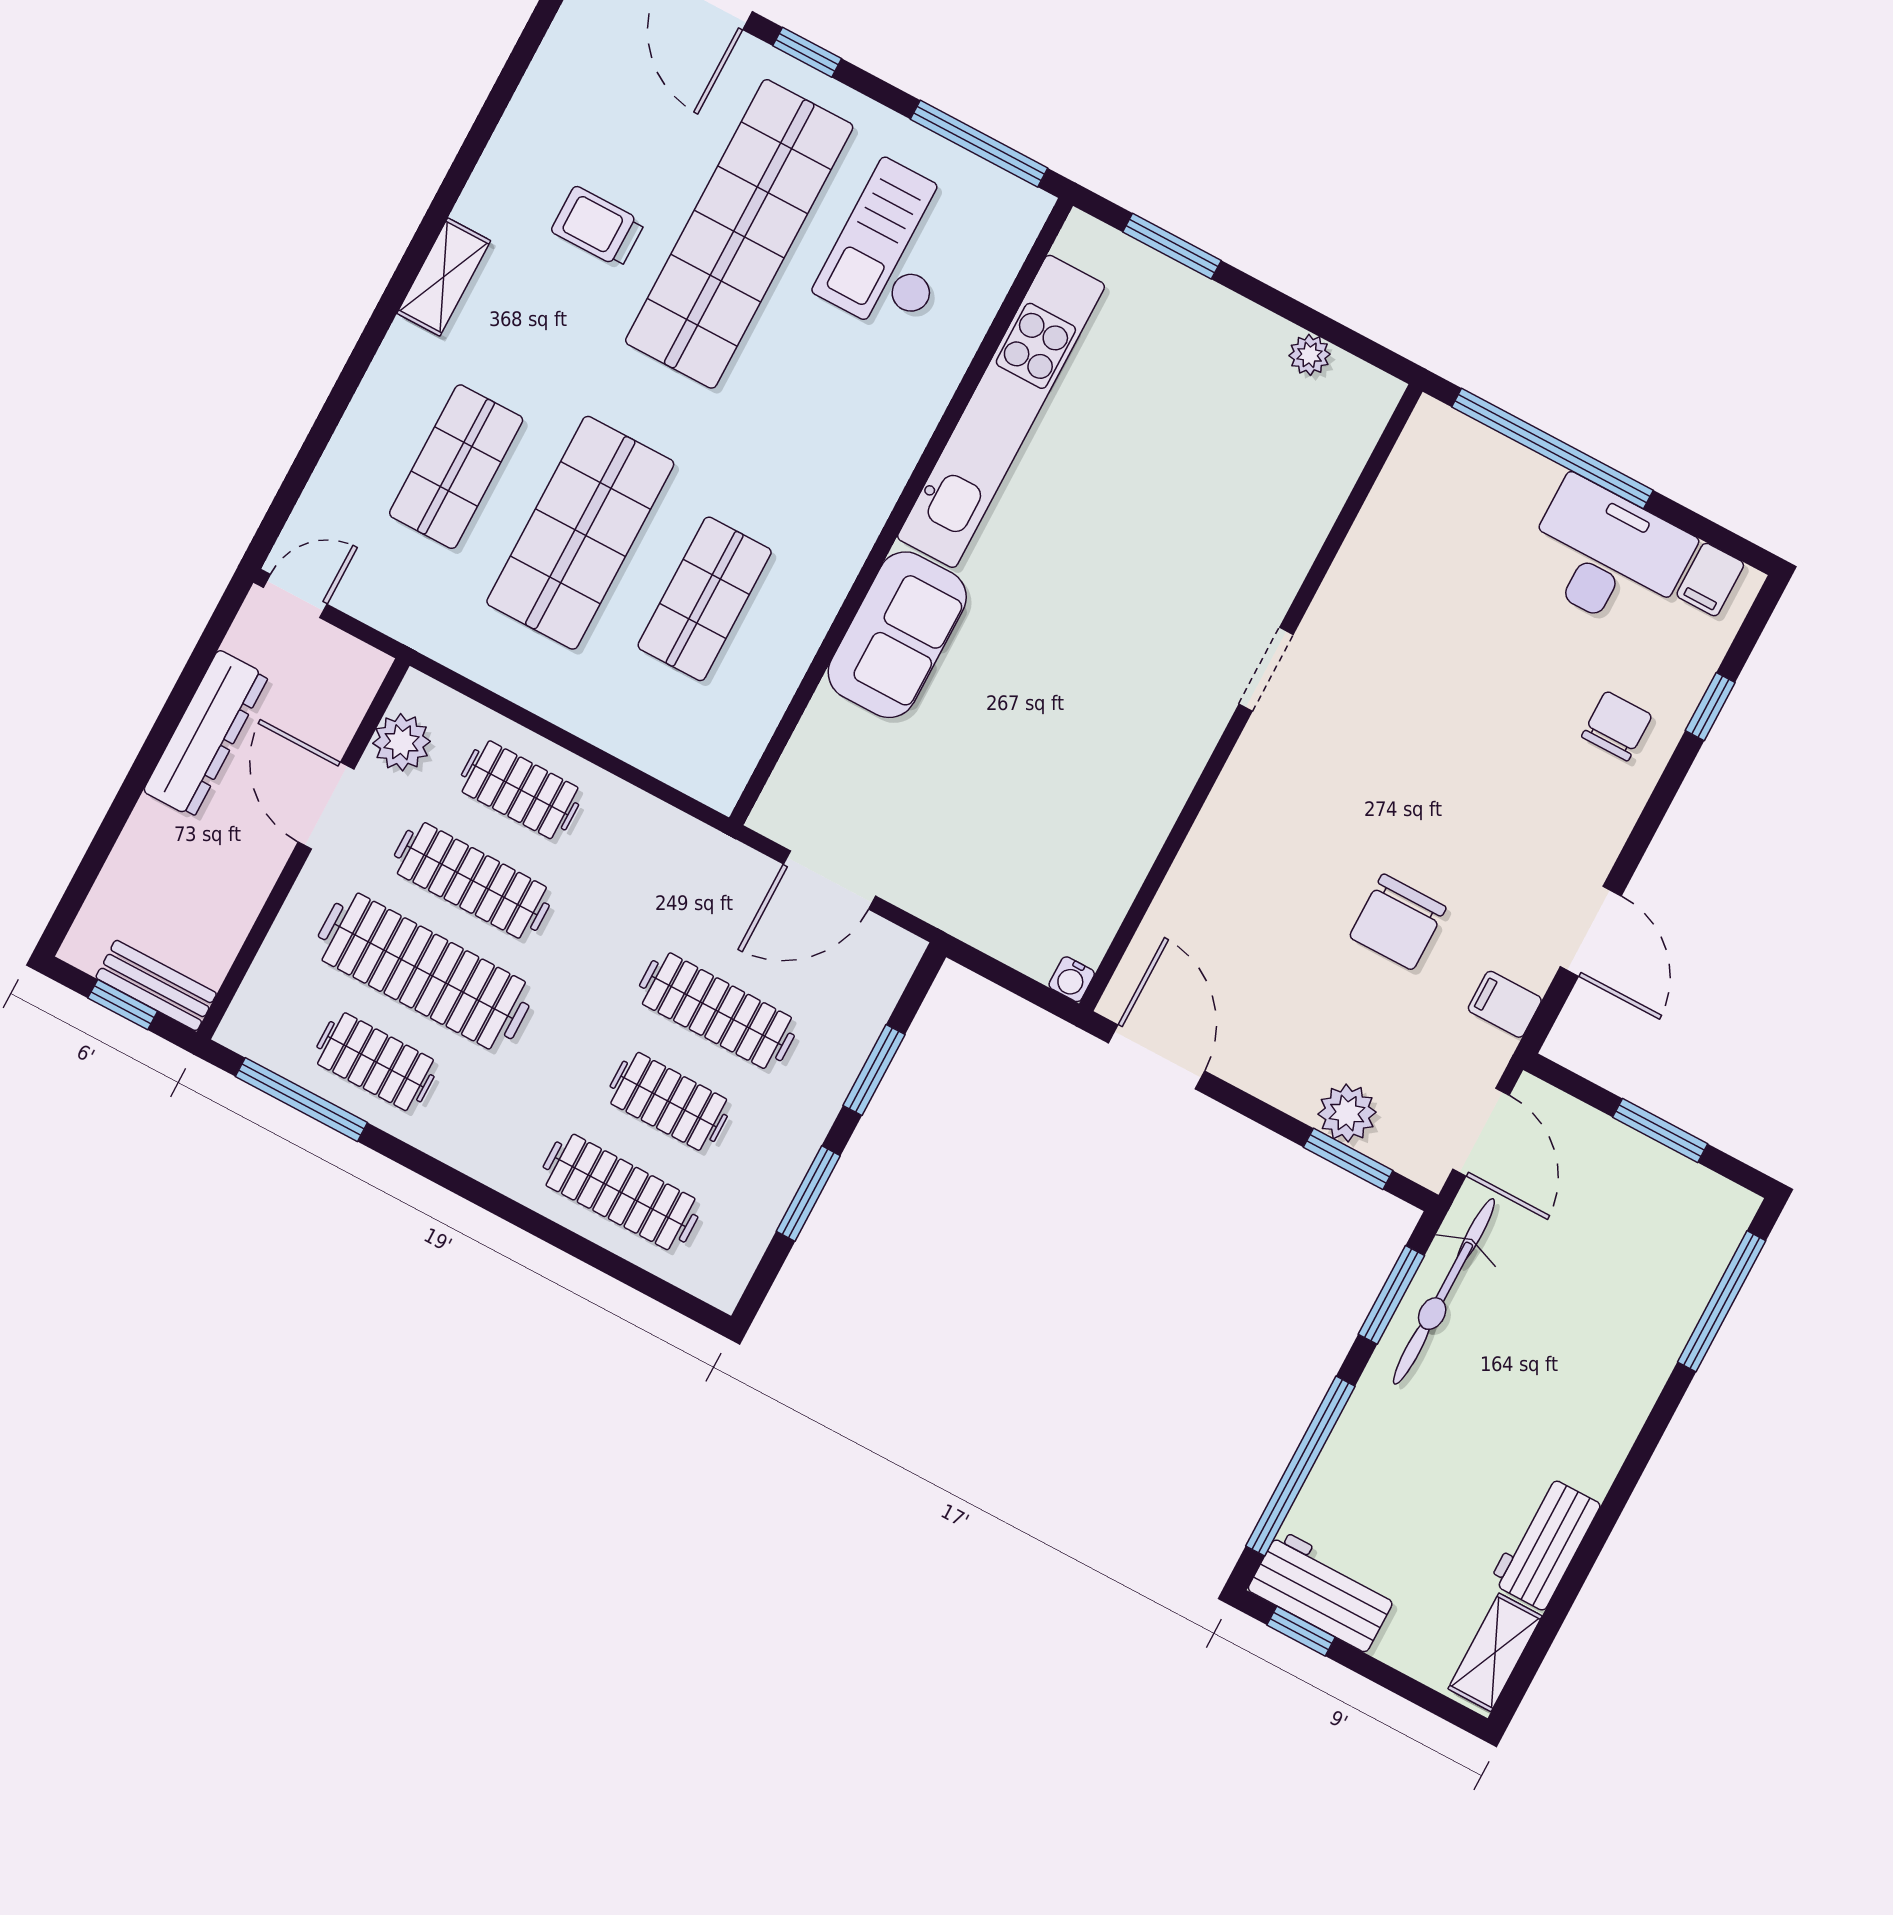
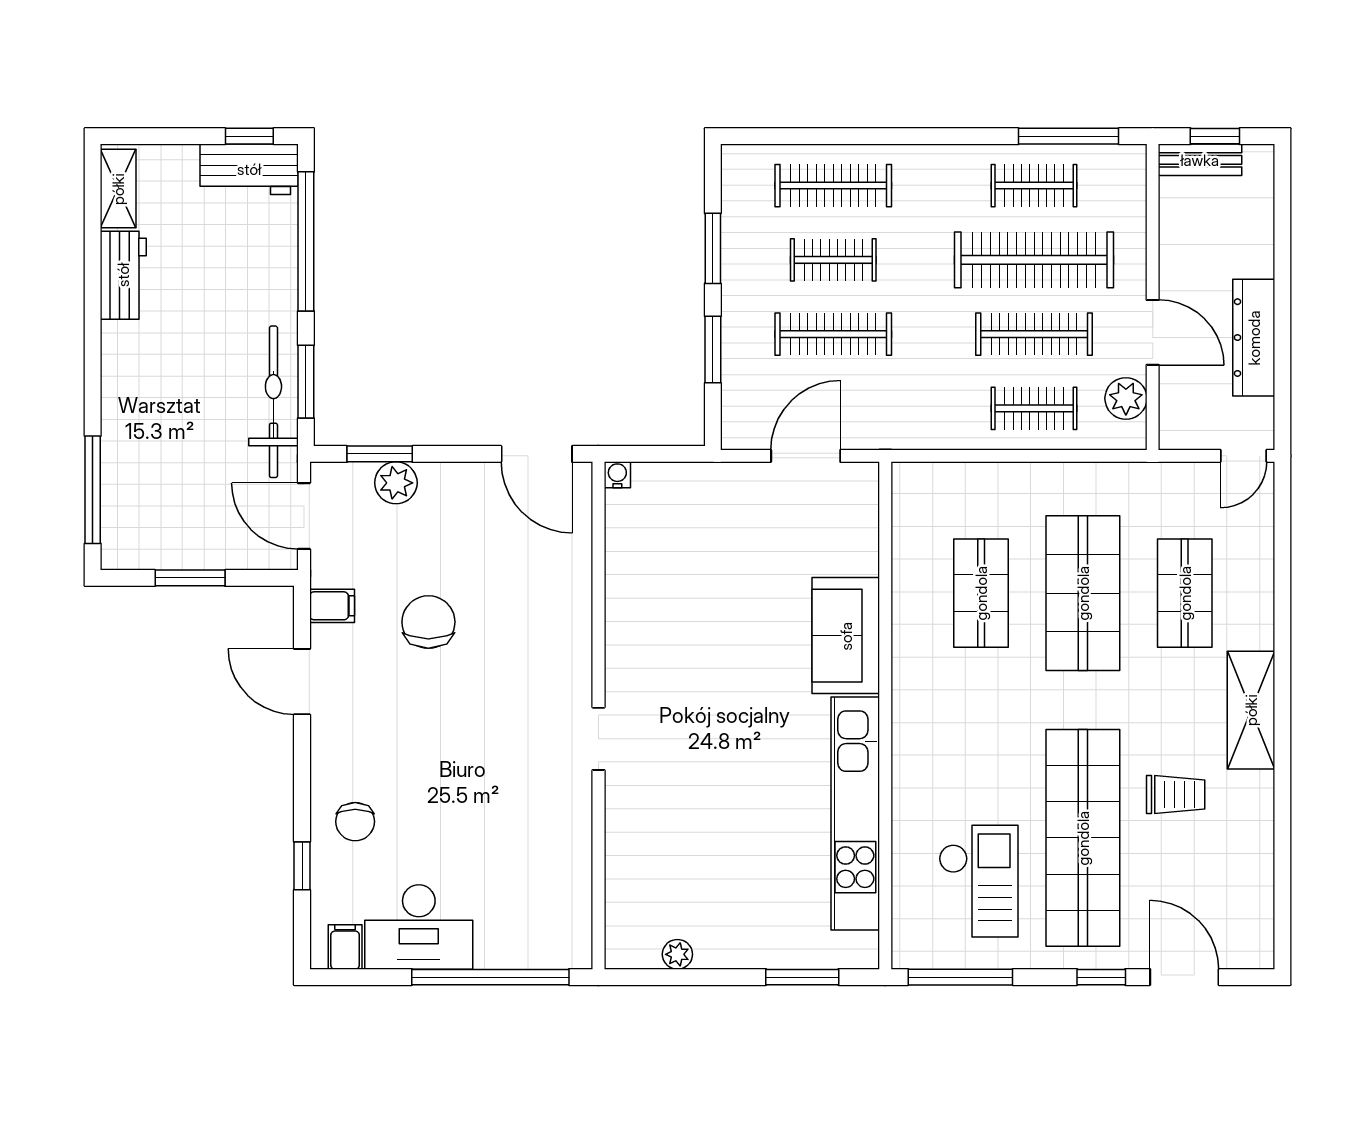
shelving: (444, 277) -> (1251, 710), width x1.50, depth x1.33

